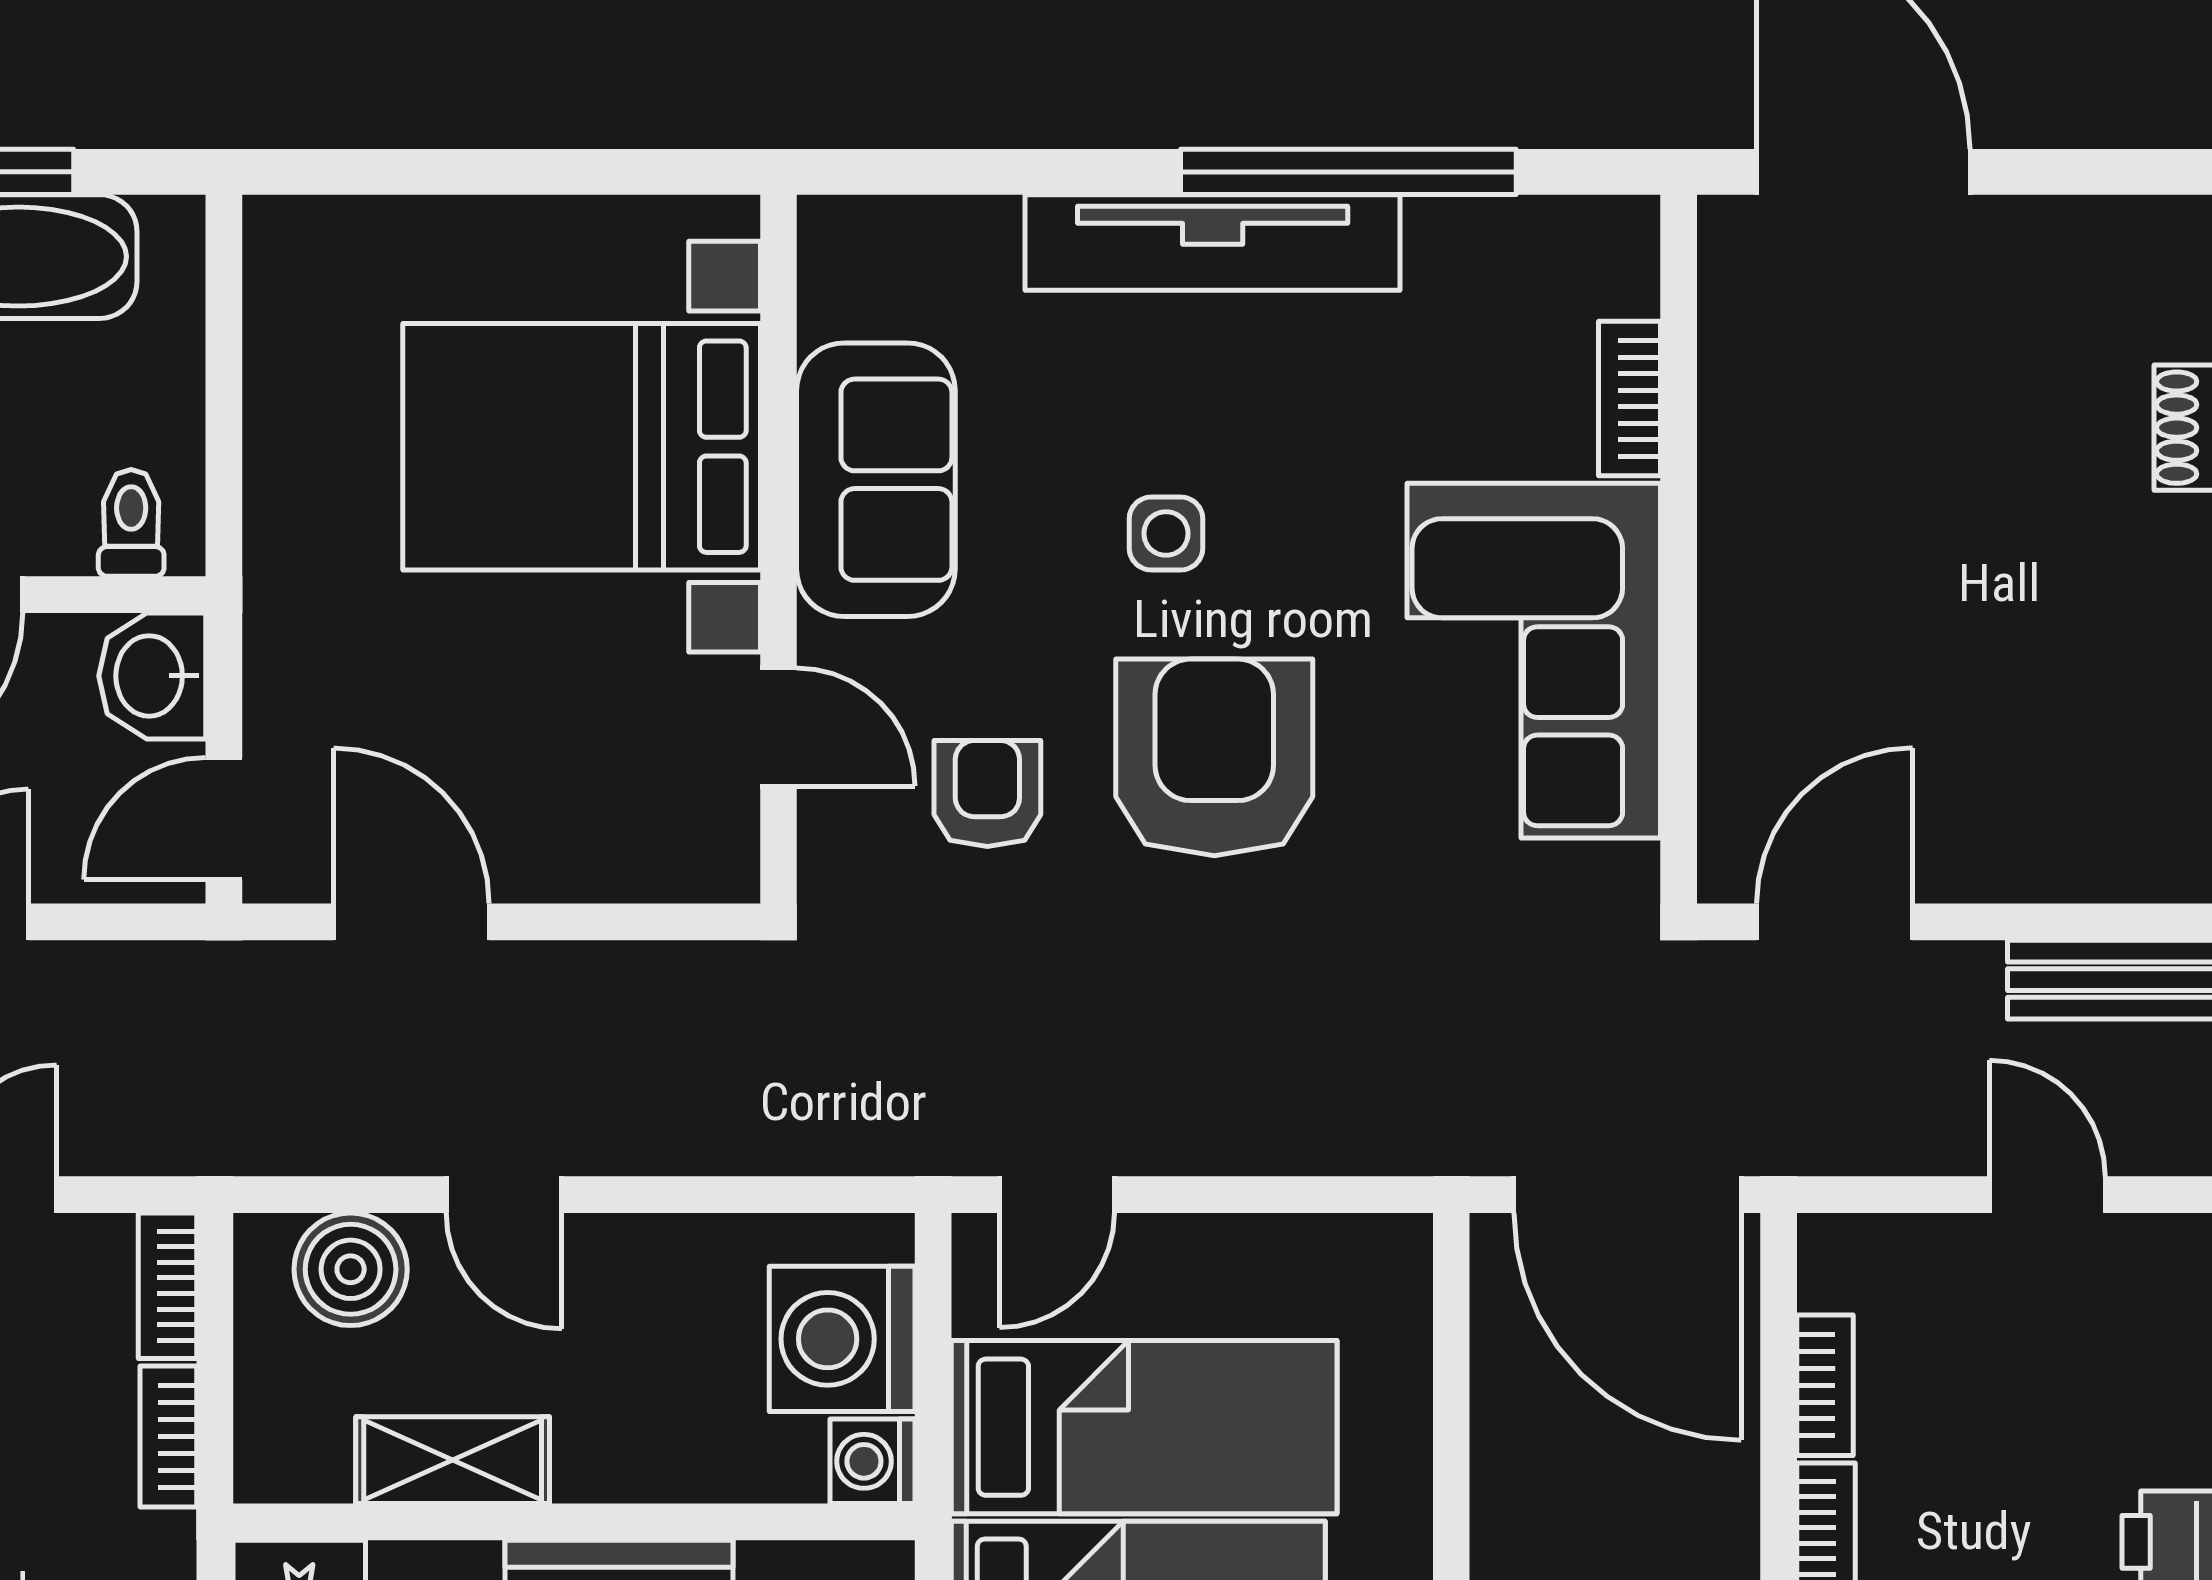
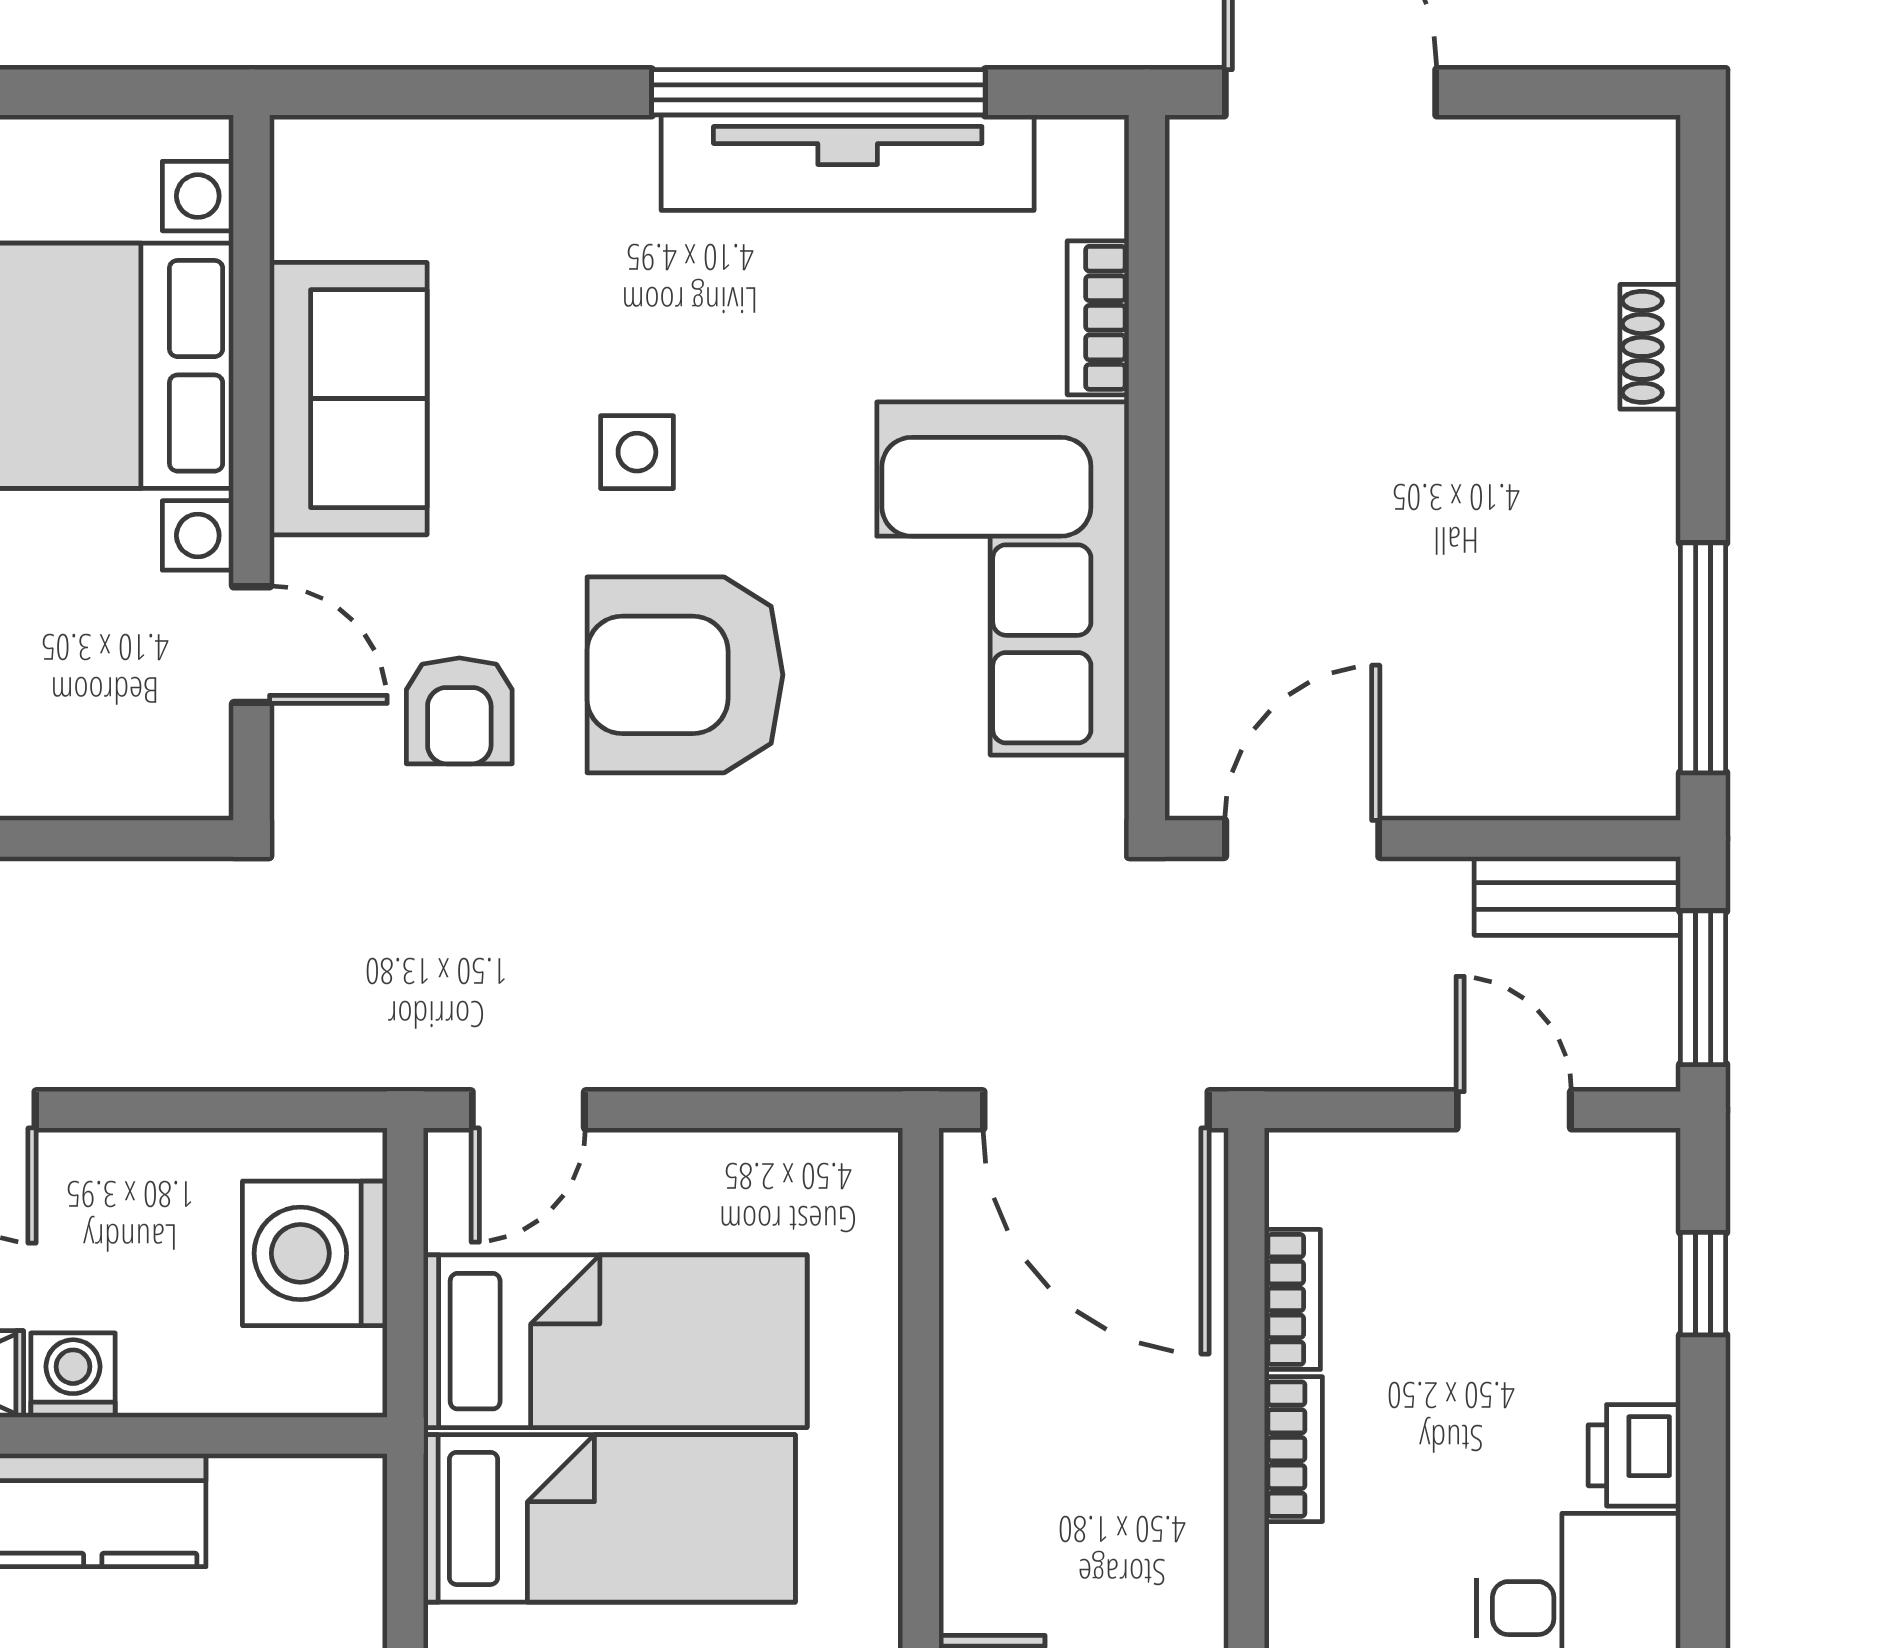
tv unit: (1213, 243) -> (848, 163), moved
armchair: (1214, 757) -> (685, 675), turned -90
armchair: (987, 794) -> (459, 711), turned 180
washing machine: (872, 1461) -> (73, 1375), moved, turned 90

